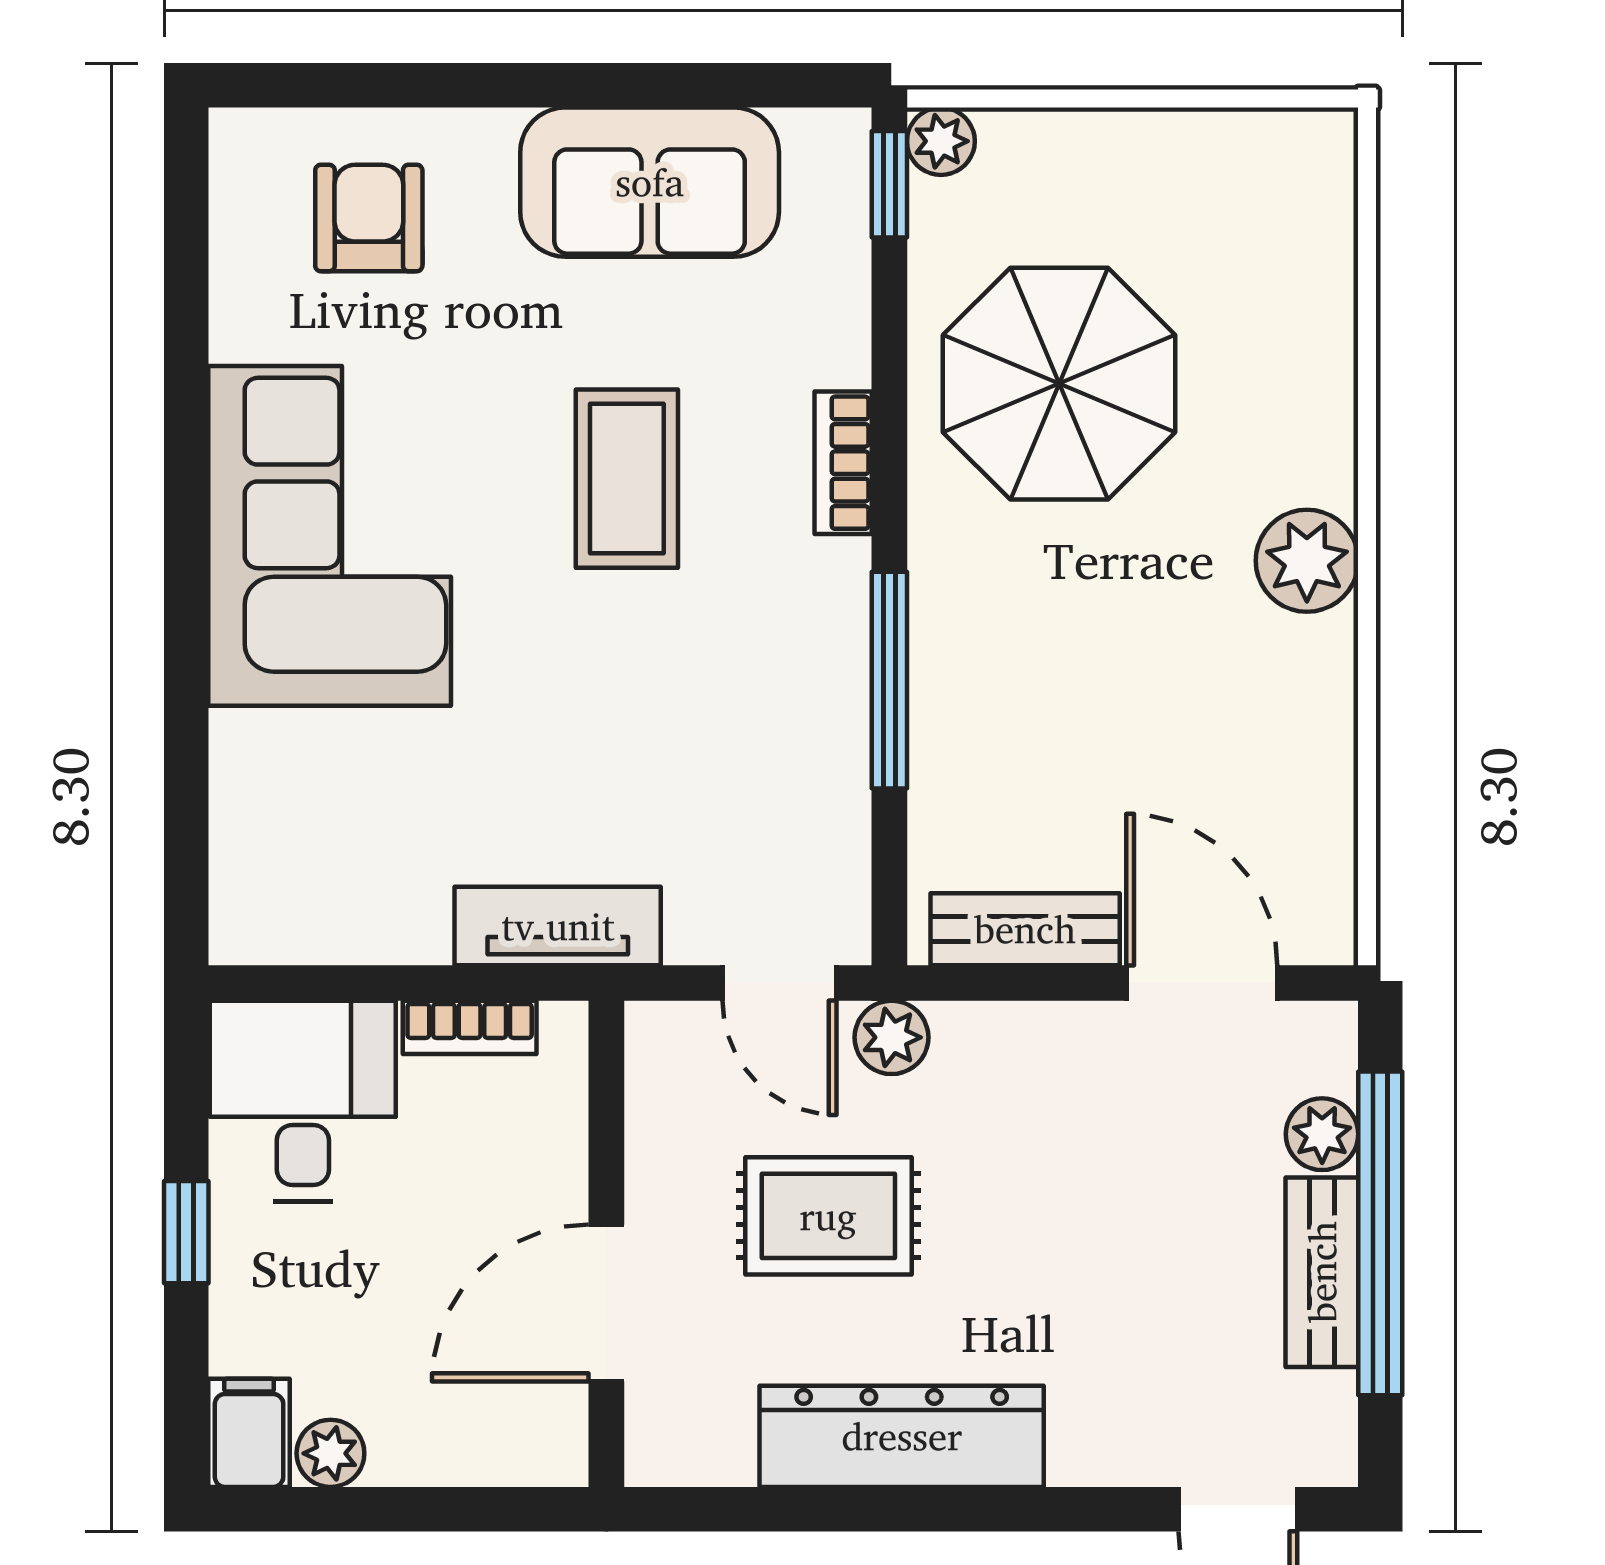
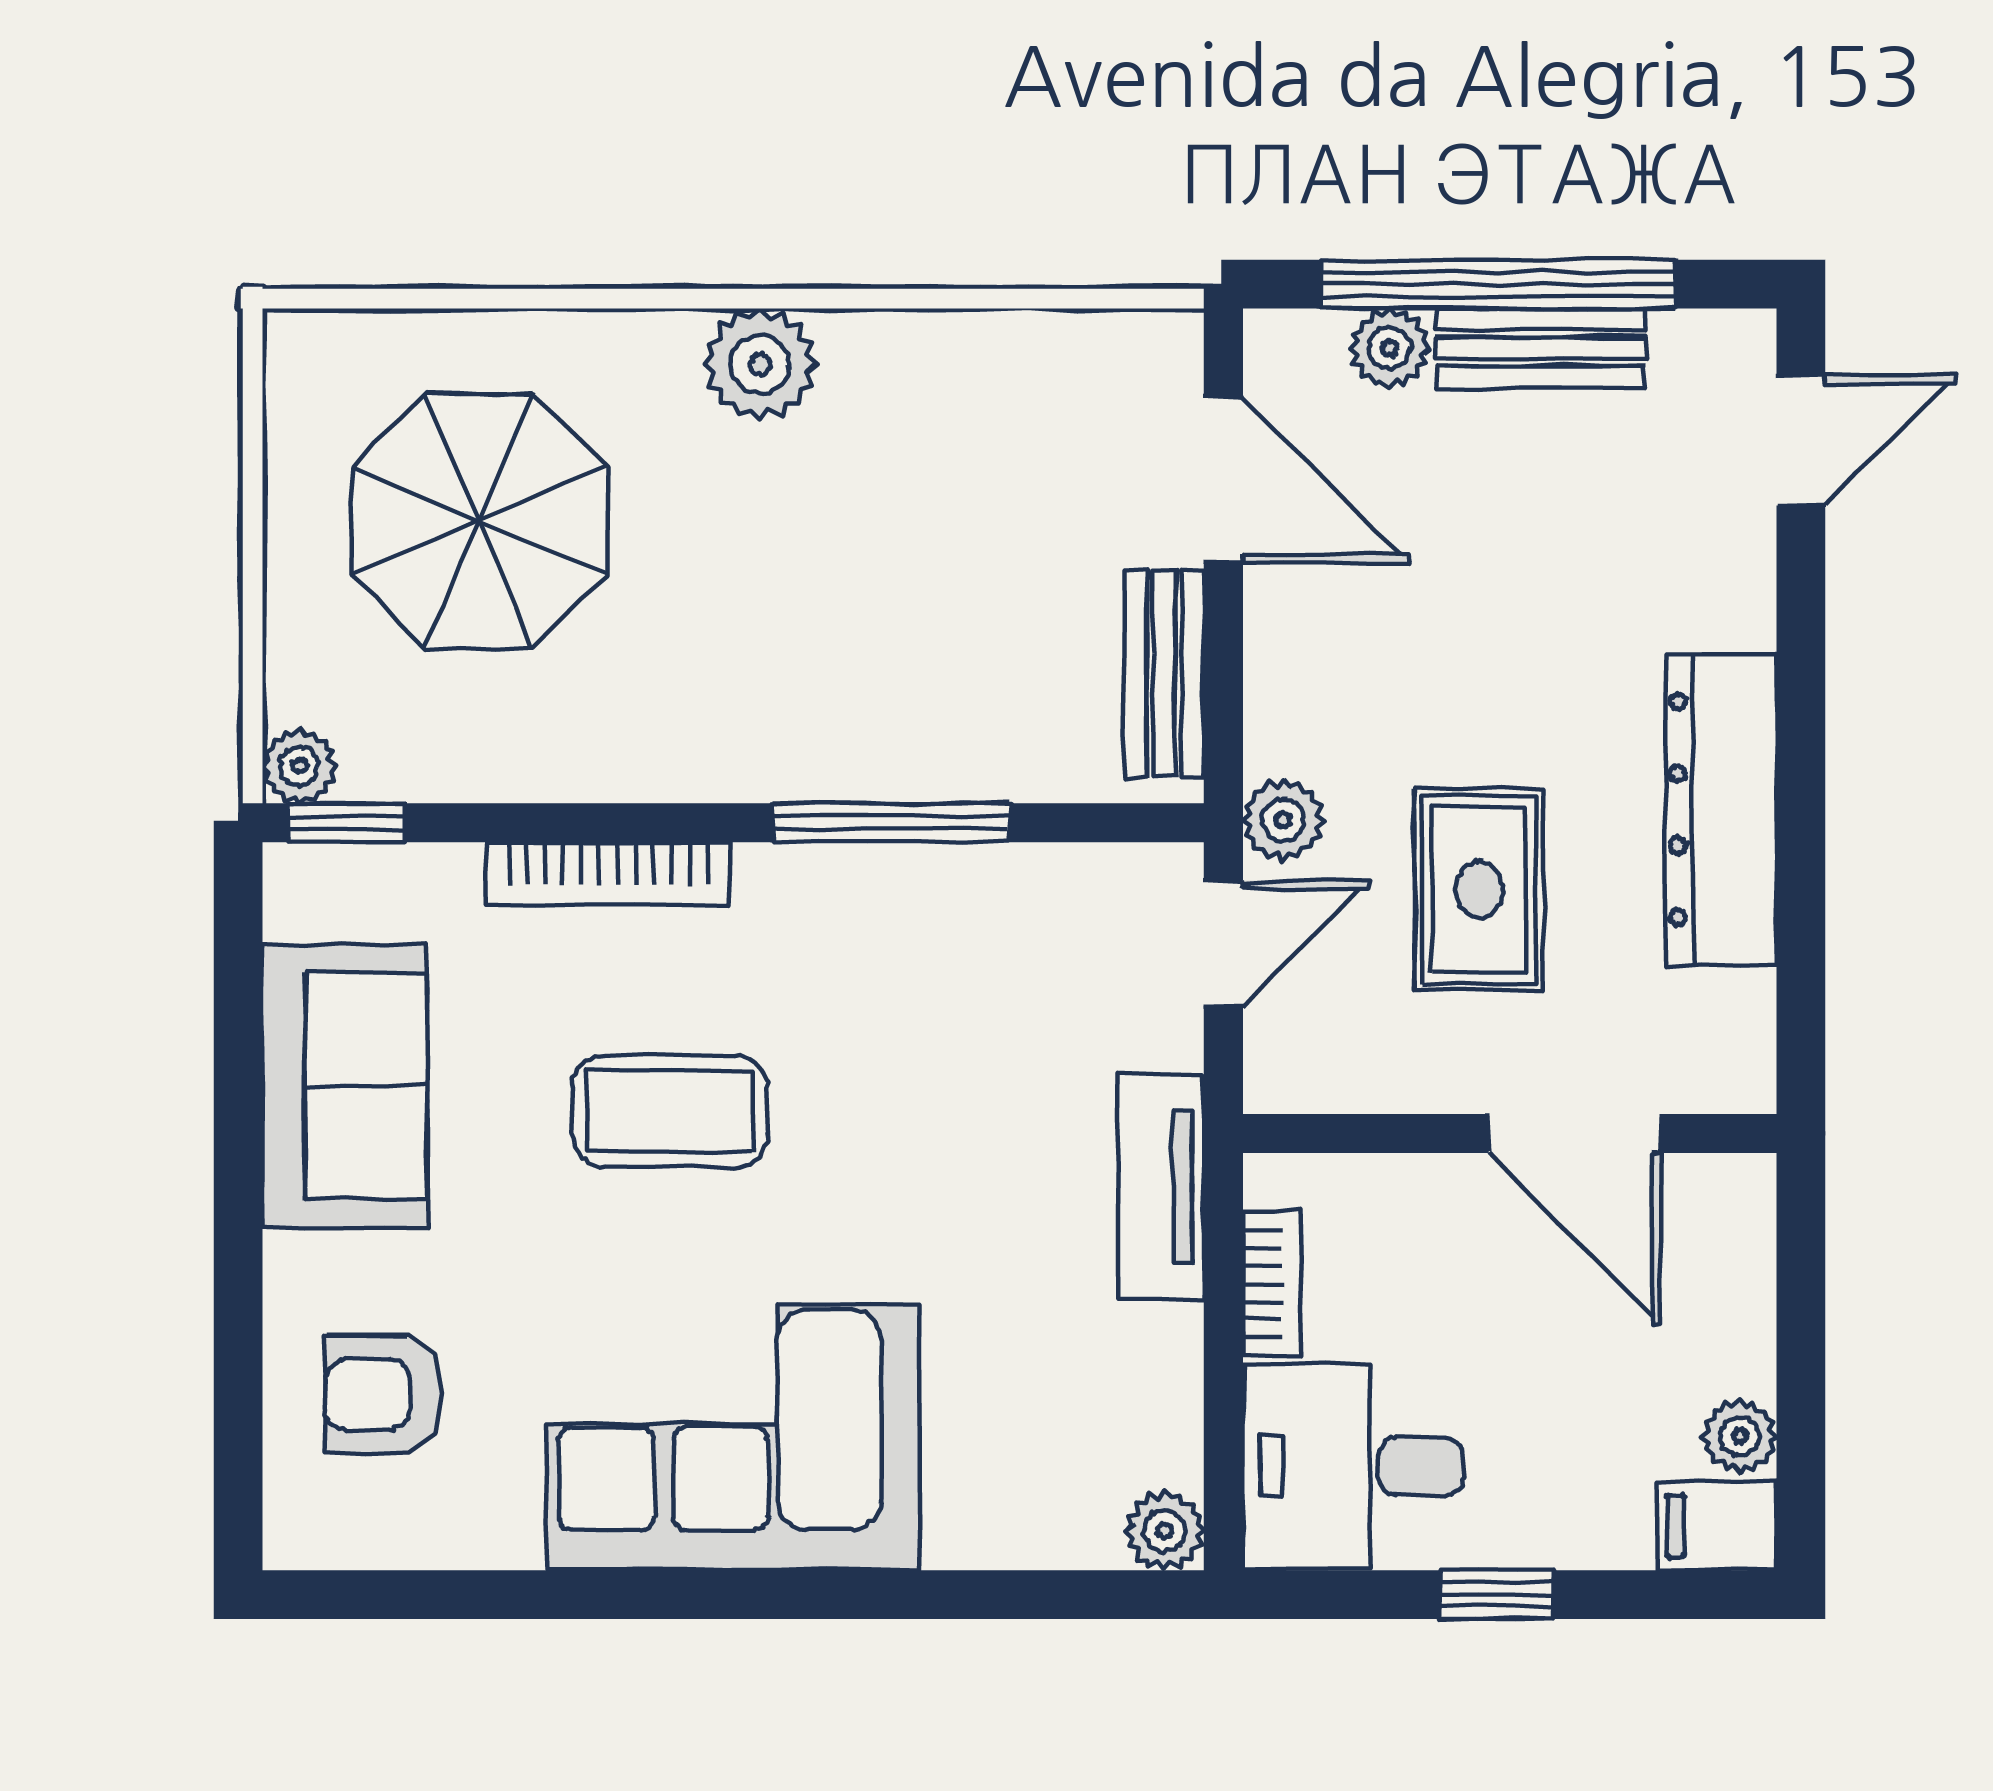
parasol: (1059, 384) -> (479, 521), moved
bookcase: (843, 463) -> (608, 874), width x1.56
plant: (244, 929) -> (1165, 1531), added
door: (1202, 983) -> (1223, 480), swing flipped

